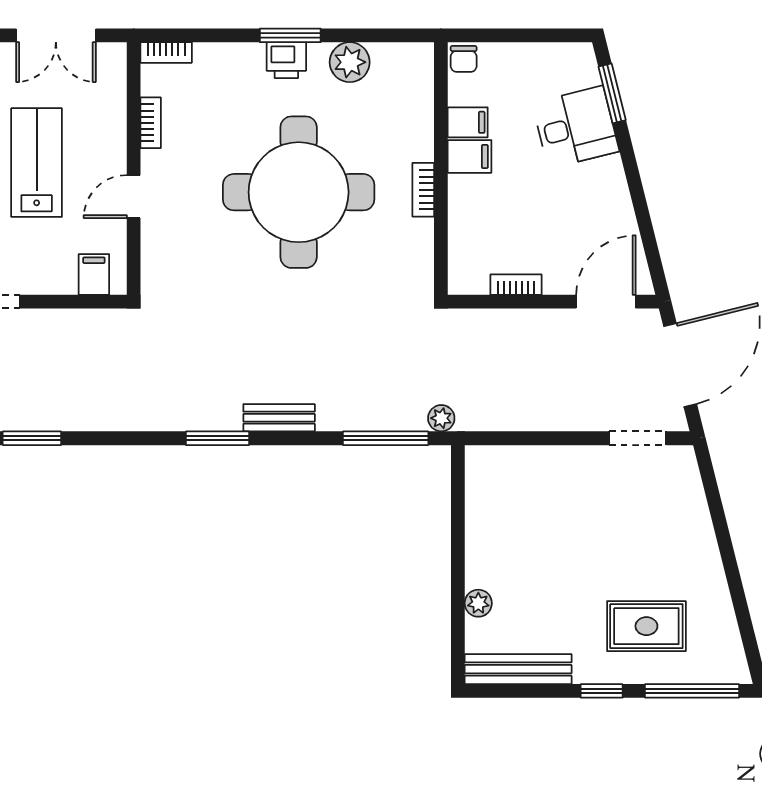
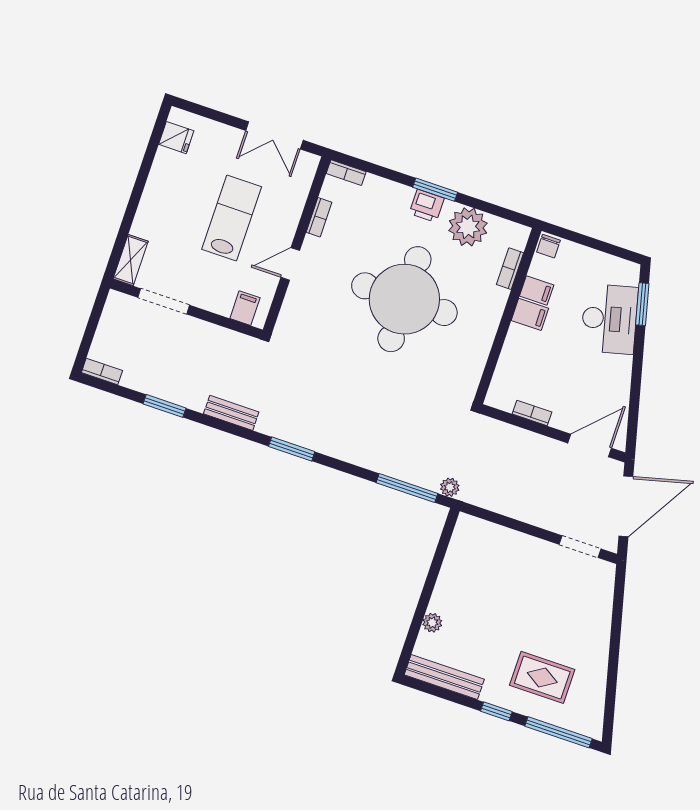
plant: (350, 62) -> (468, 227), width x1.36, depth x1.36
desk: (576, 127) -> (609, 319), width x1.37
bookcase: (423, 190) -> (510, 269), moved
bench: (279, 418) -> (231, 413), moved

